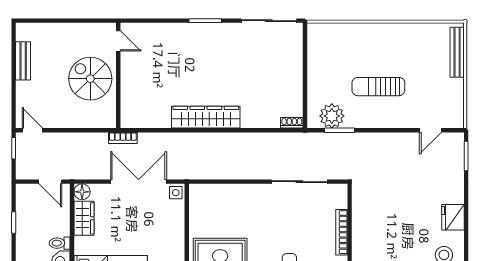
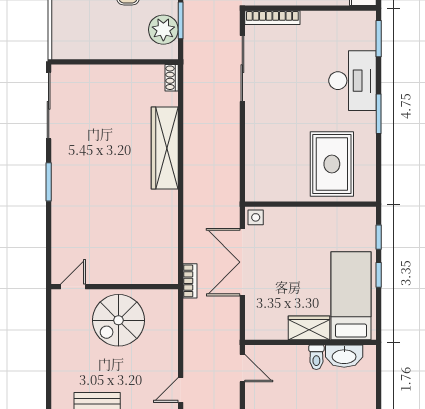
wardrobe: (206, 117) -> (165, 148), moved
door: (50, 182) -> (242, 368), hinge flipped
floor lamp: (82, 192) -> (255, 330), removed
wardrobe: (84, 218) -> (309, 328), moved
bookcase: (342, 232) -> (272, 18), moved

